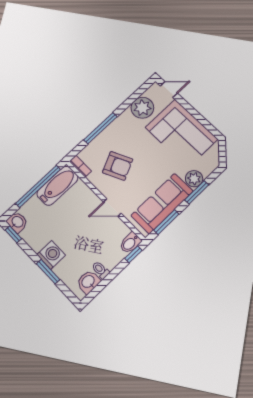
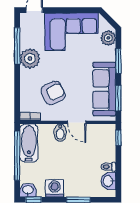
plant: (142, 108) -> (30, 58), moved
window: (100, 128) -> (17, 46), moved
plant: (194, 179) -> (108, 38), moved
door: (112, 208) -> (77, 122), hinge flipped
bidet: (130, 243) -> (60, 133), moved
washing machine: (51, 255) -> (55, 188), moved

